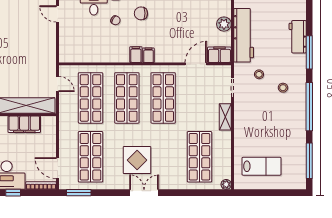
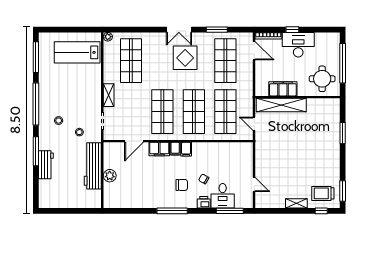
filing cabinet: (219, 55) -> (159, 149), moved
lab bench: (262, 166) -> (77, 52), width x1.36, depth x1.39
window: (79, 193) -> (217, 30), moved

